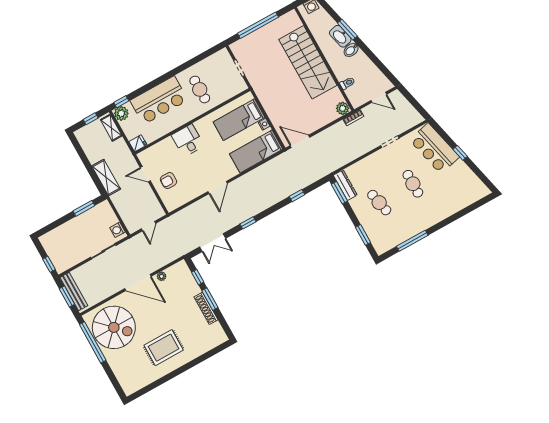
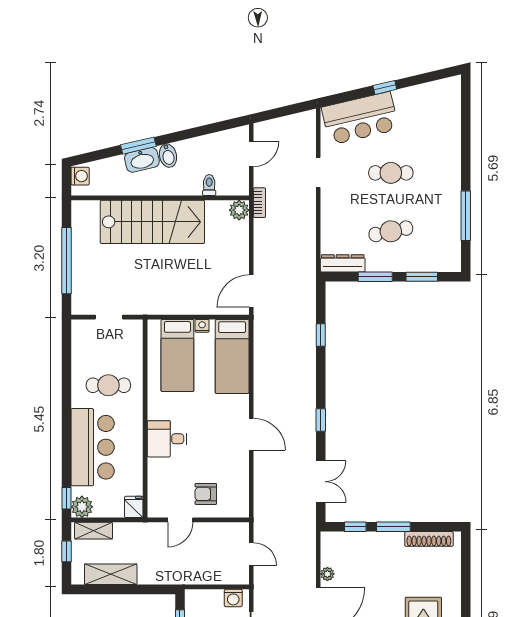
shelving: (106, 177) -> (111, 574), moved
armchair: (168, 181) -> (206, 494), turned 90
window: (339, 193) -> (375, 277), moved
shoe rack: (206, 308) -> (429, 539), moved

